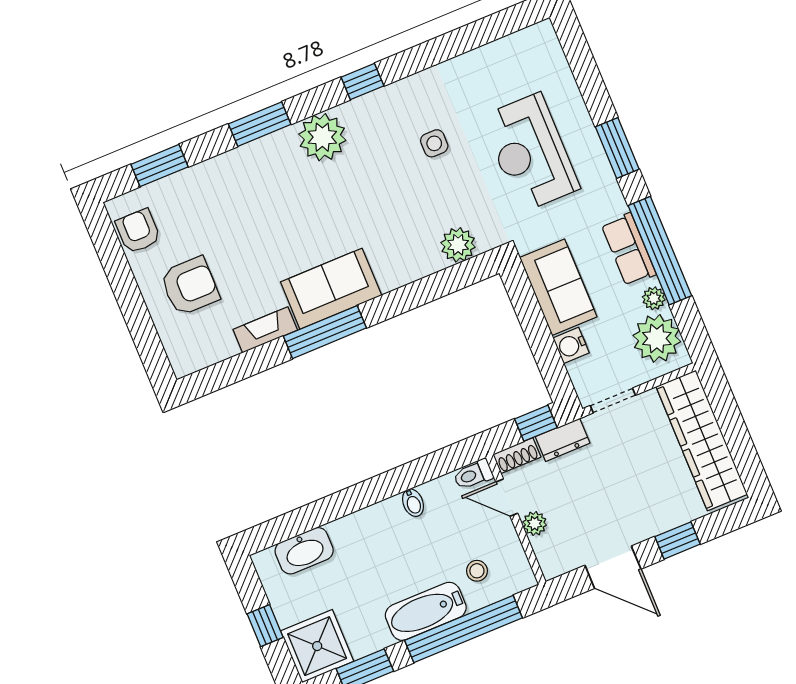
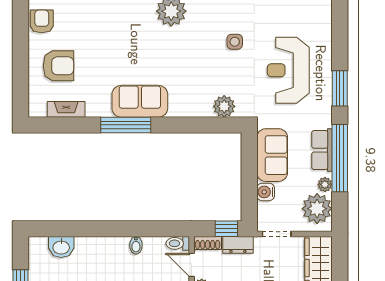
fireplace: (265, 330) -> (66, 109), moved
washbasin: (304, 551) -> (61, 247), width x0.72

